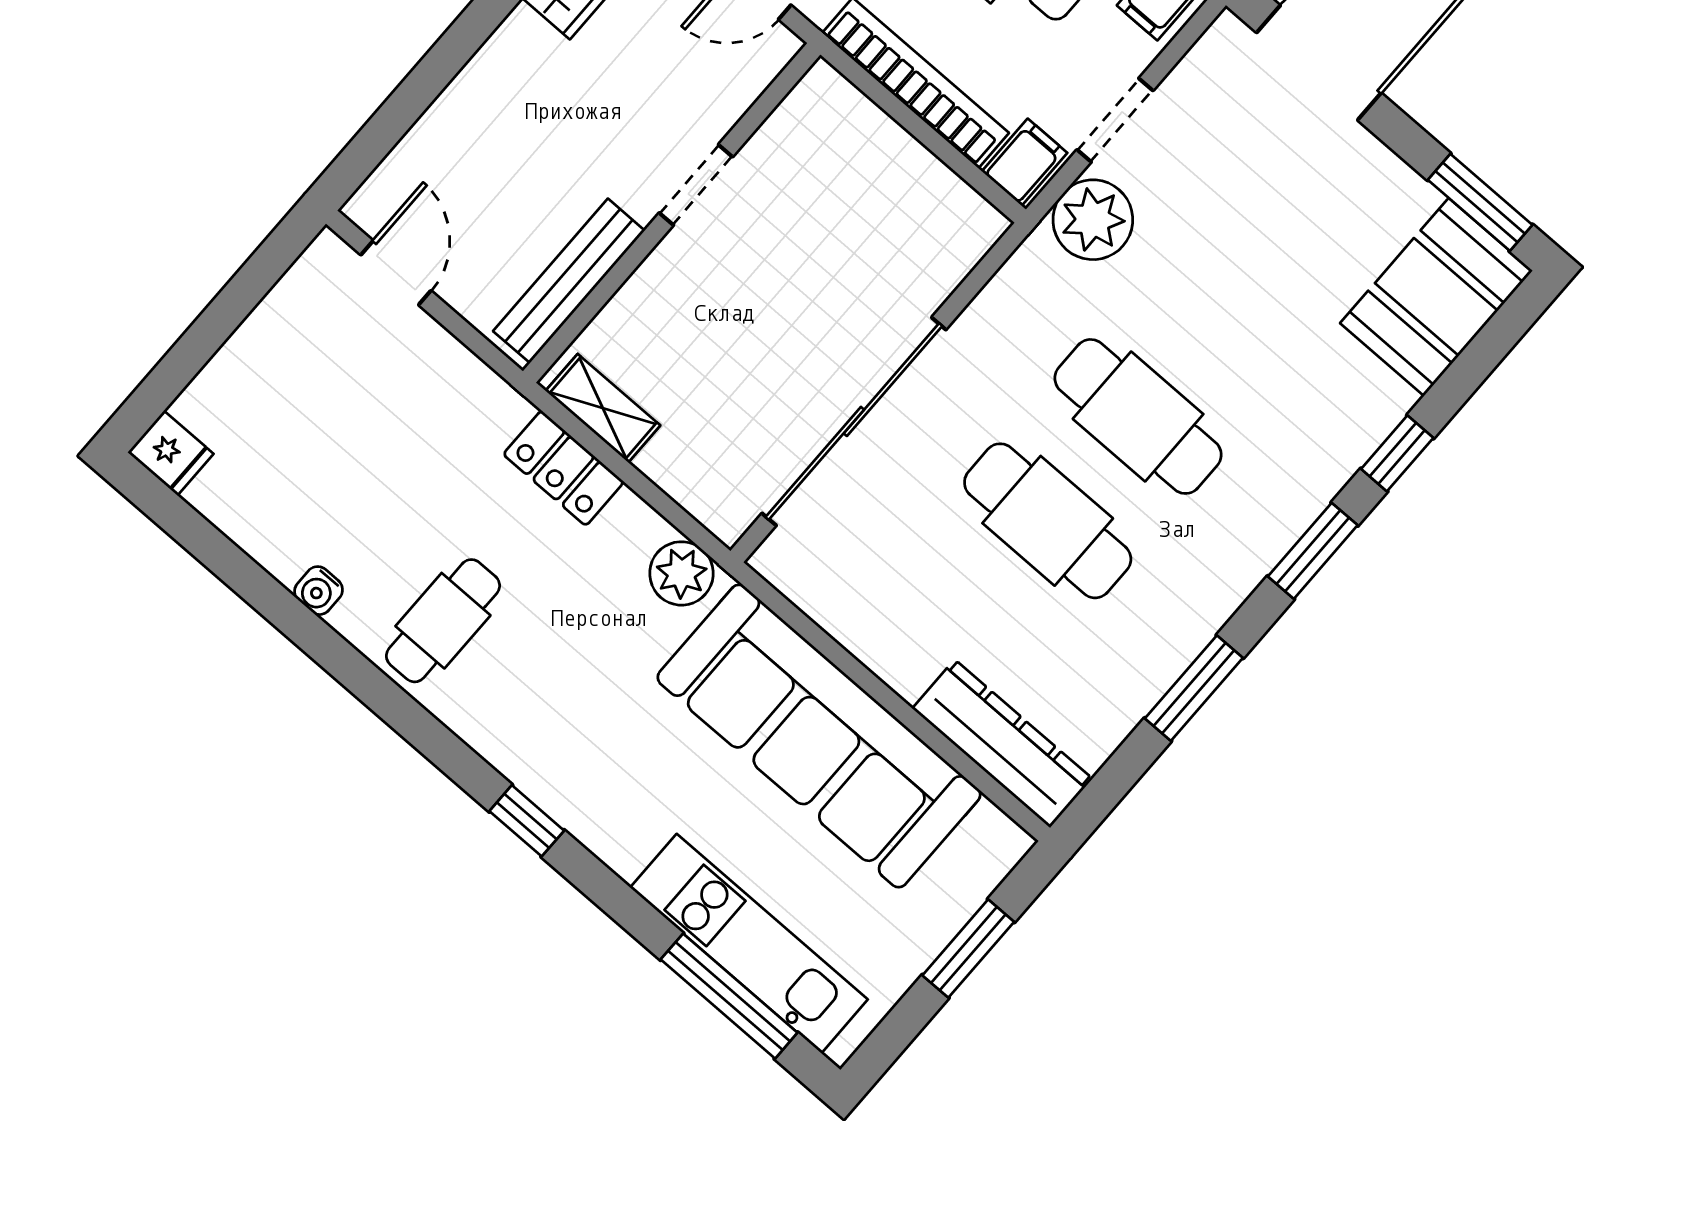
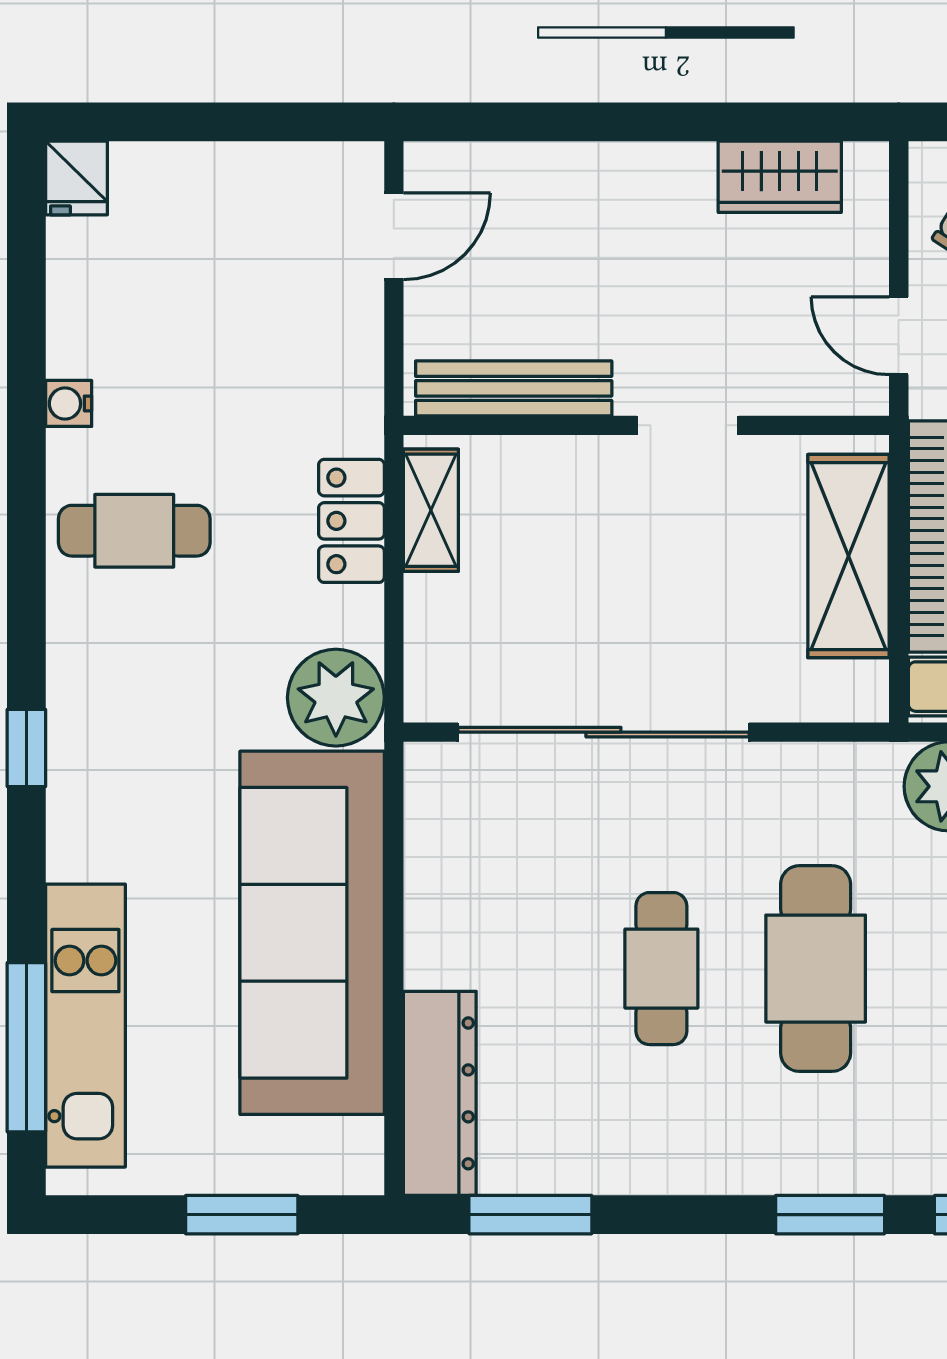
shelving: (878, 153) -> (848, 556), added
cafe table: (1048, 521) -> (661, 969), width x0.73, depth x0.74
plant: (681, 573) -> (336, 698), width x1.36, depth x1.36
window: (1194, 688) -> (530, 1215), moved

